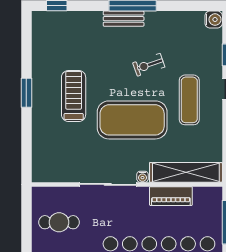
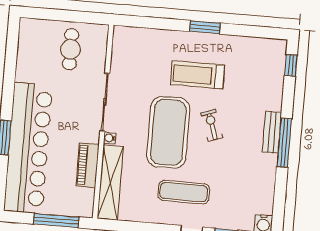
exercise bike: (149, 65) -> (212, 125), moved
treadmill: (74, 96) -> (198, 75), turned 180

